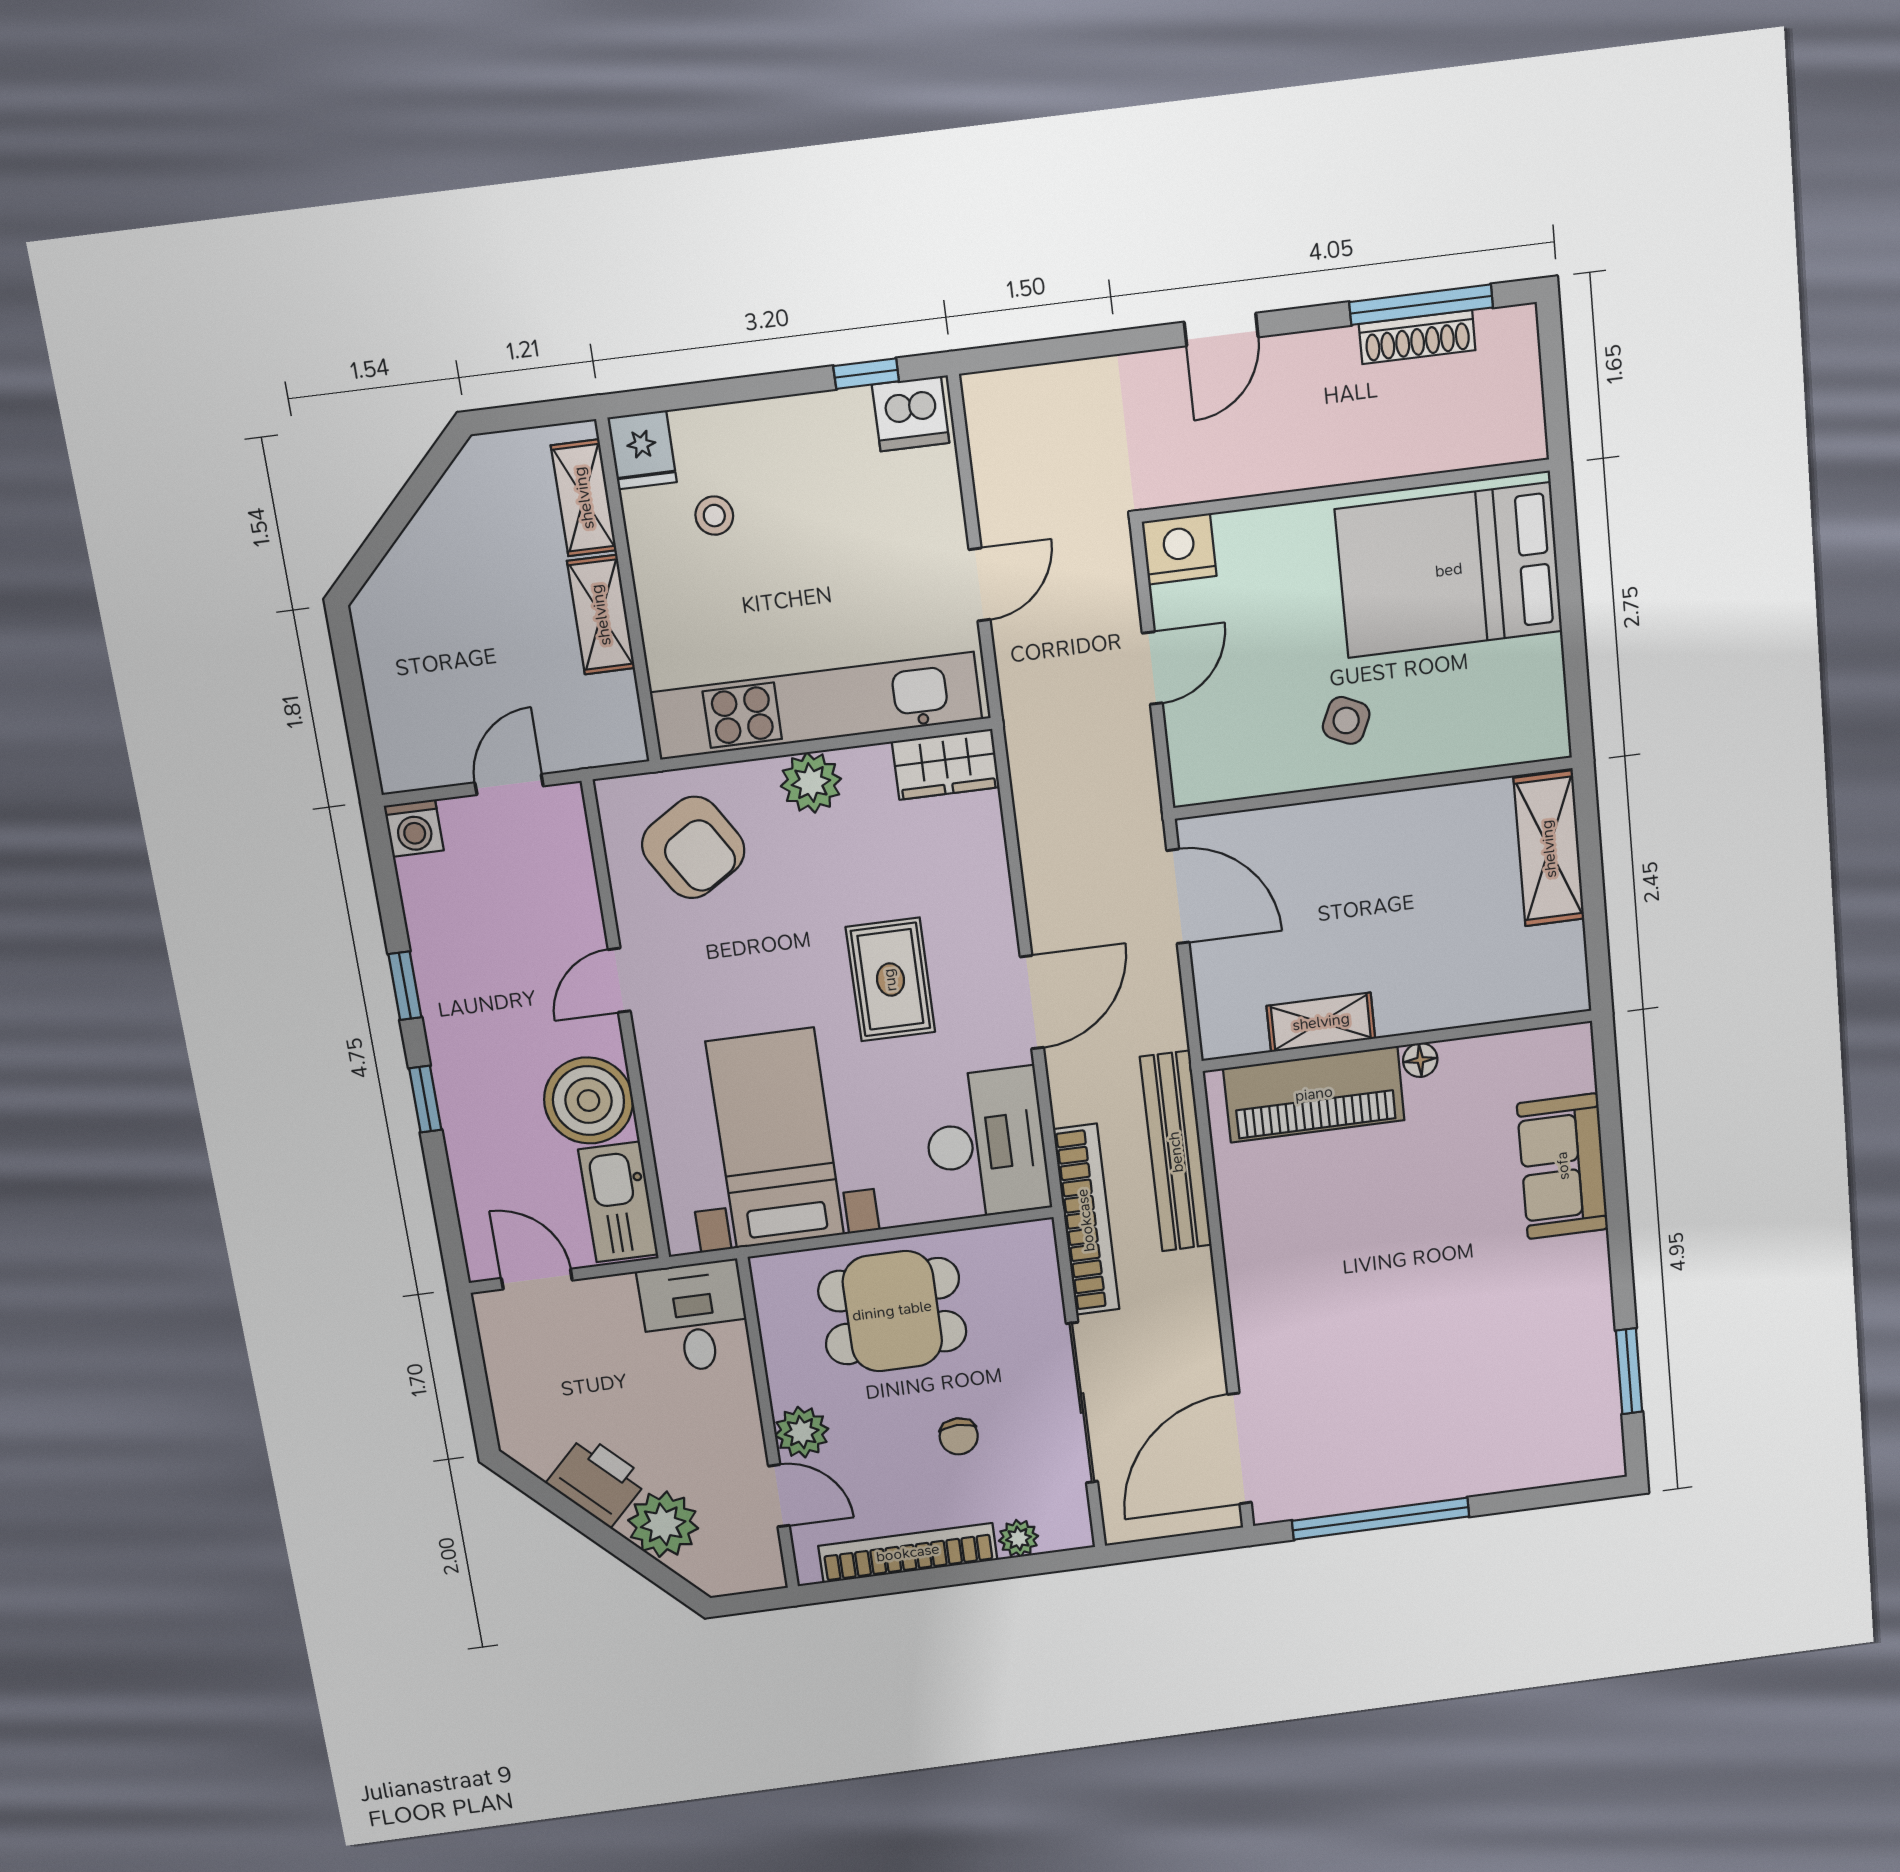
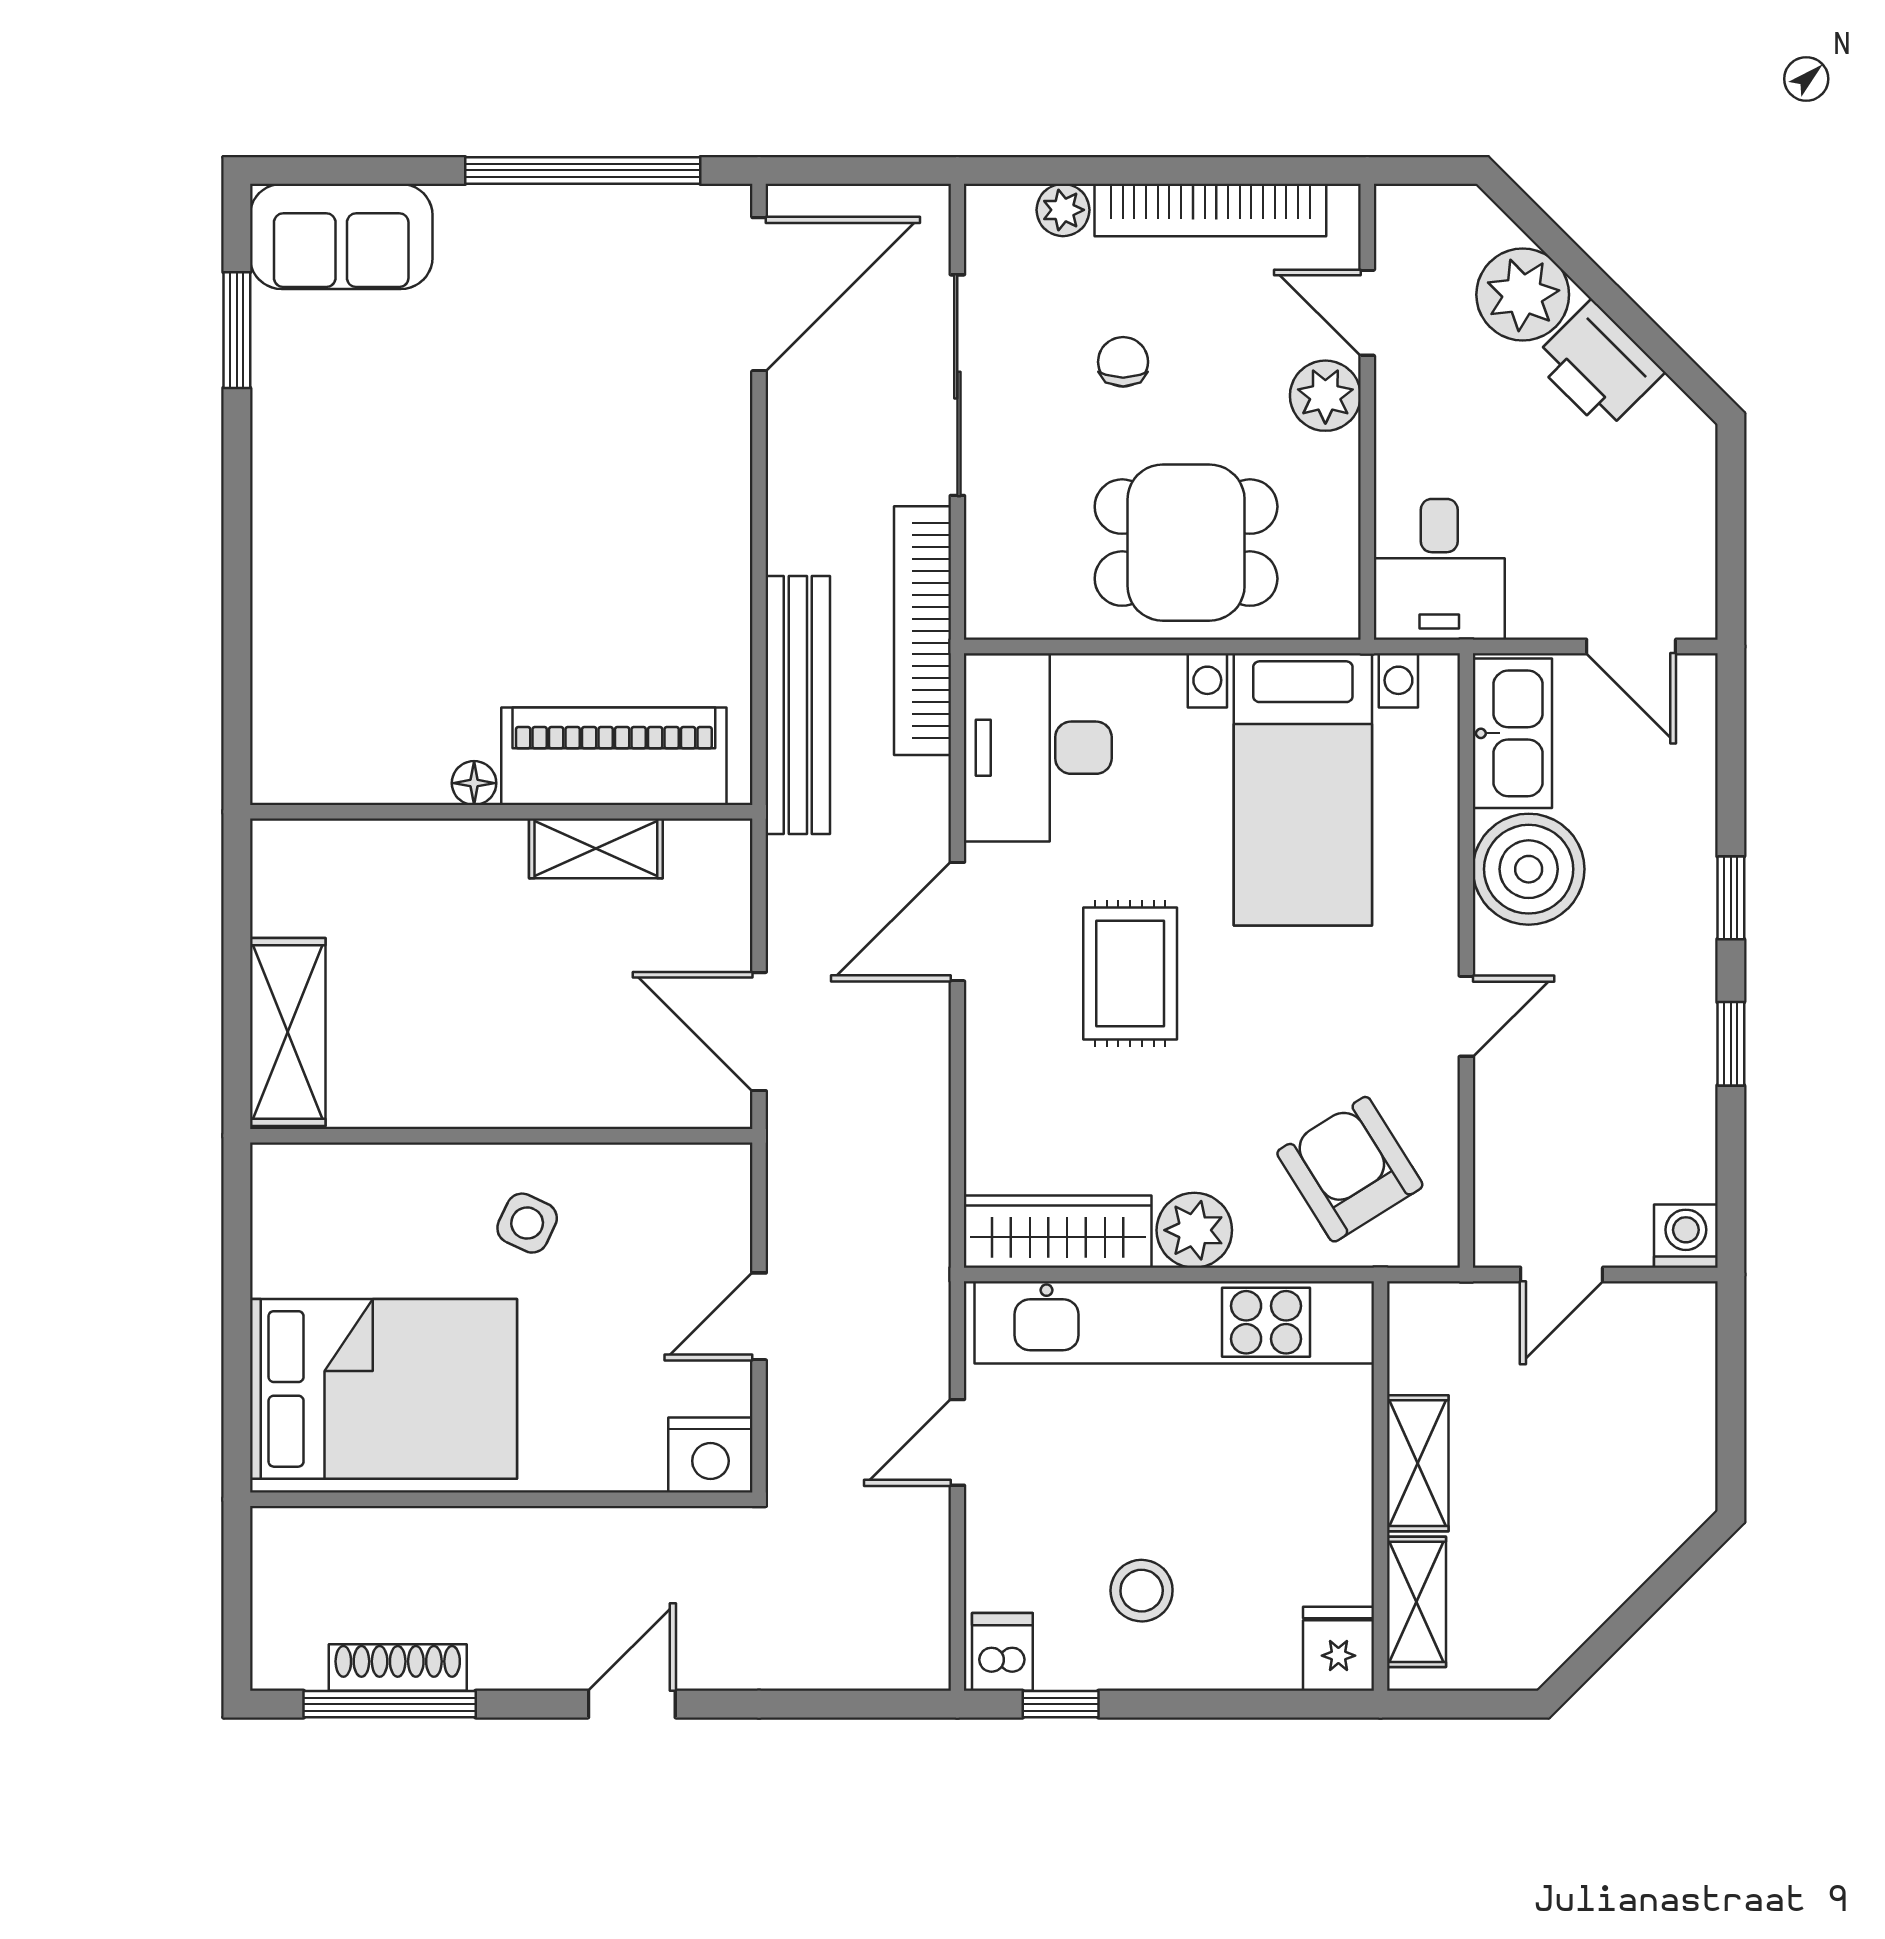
dishwasher: (911, 414) -> (1002, 1652), width x0.73
stool: (714, 516) -> (1142, 1591), moved, width x1.37, depth x1.37
wardrobe: (946, 764) -> (1058, 1232), width x1.50
sofa: (1563, 1166) -> (341, 236), moved, turned 90

